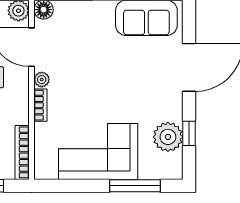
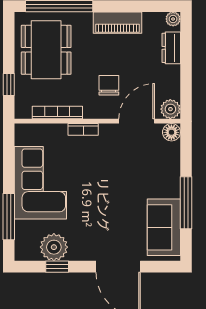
plant: (42, 80) -> (107, 131), removed
bookcase: (22, 152) -> (57, 112), moved

